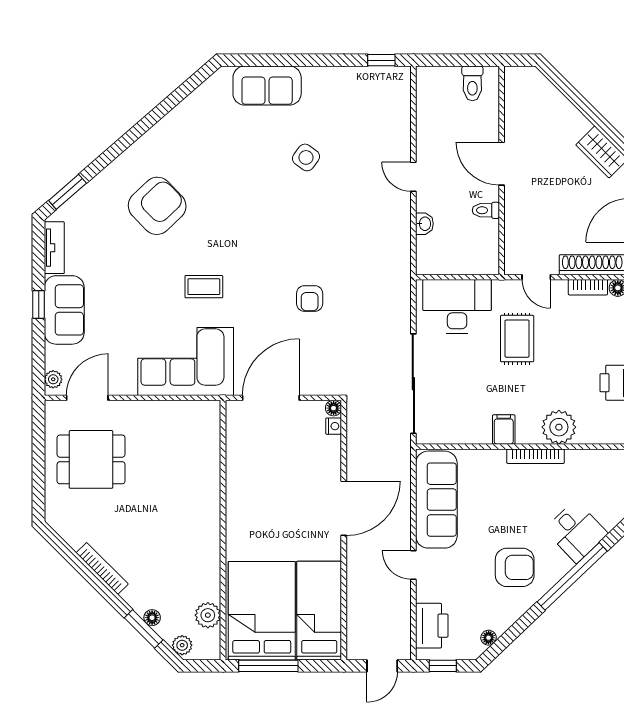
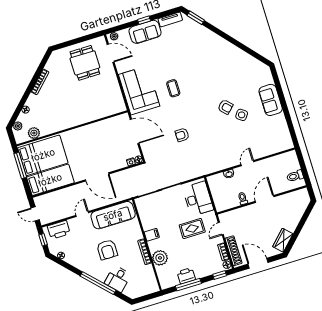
window: (381, 60) -> (293, 134), removed
sofa: (267, 86) -> (271, 100), moved
armchair: (157, 206) -> (225, 107), moved, width x0.53, depth x0.53
armchair: (515, 567) -> (107, 250), moved
window: (144, 629) -> (20, 107), removed

